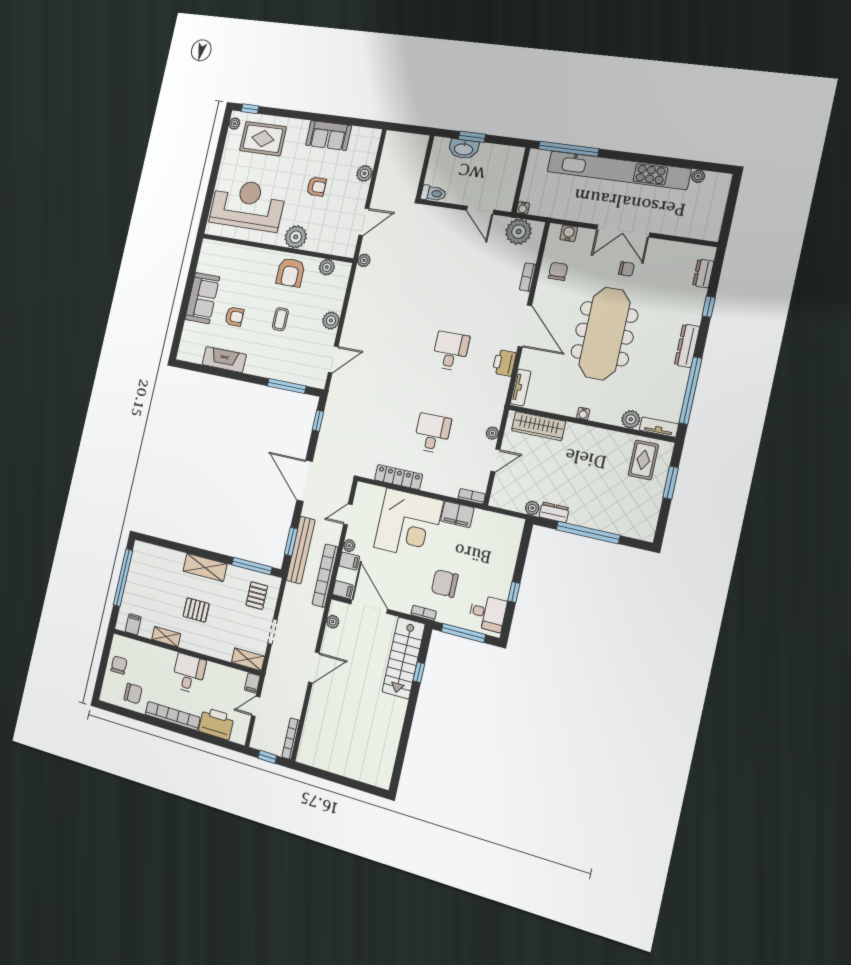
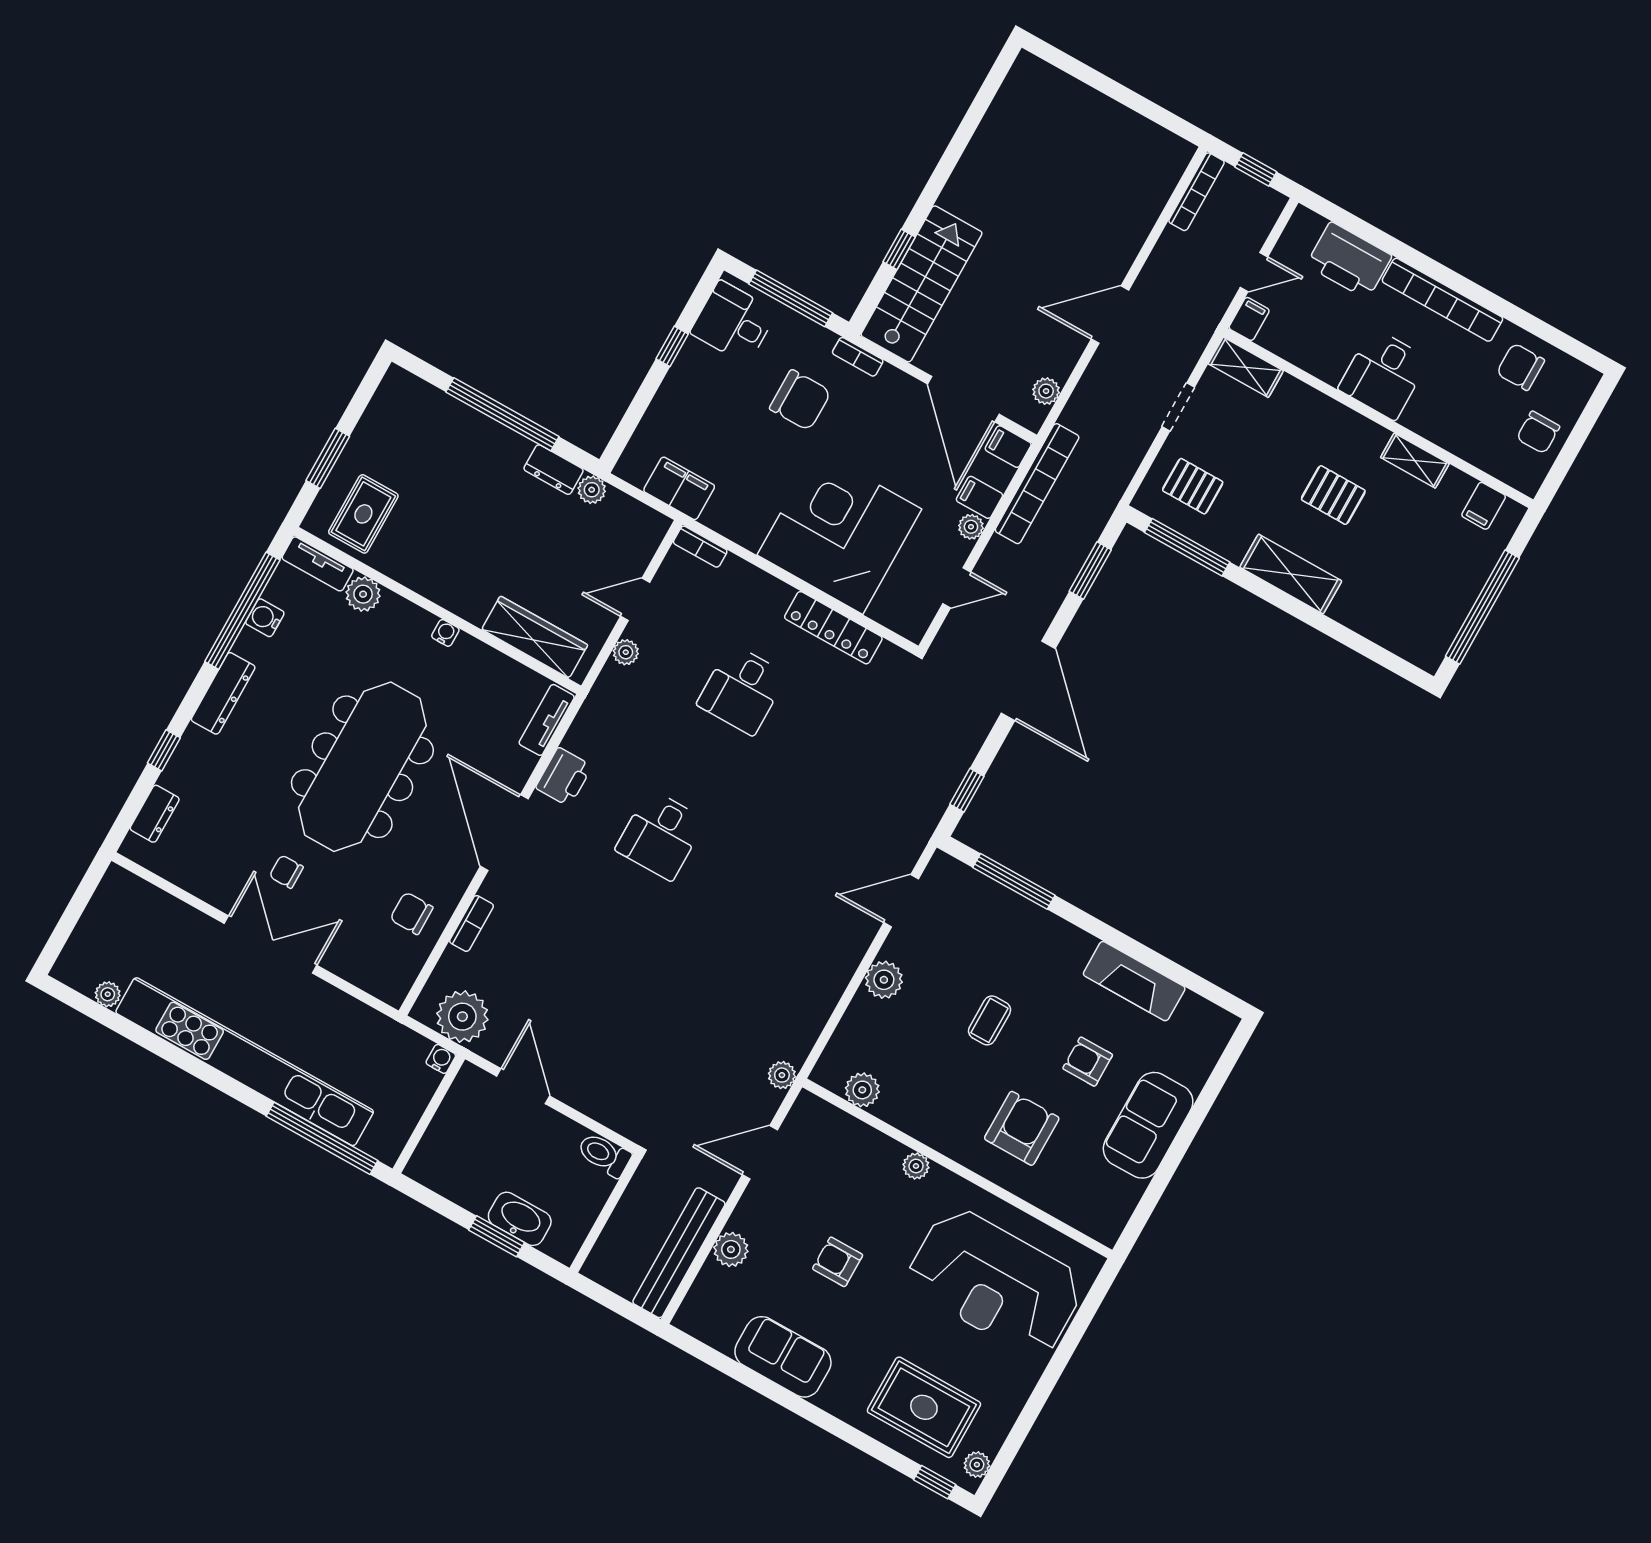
water cooler: (569, 233) -> (265, 618), moved, turned 90
plant: (296, 237) -> (916, 1166), width x0.53, depth x0.53
chair: (558, 271) -> (411, 913), turned 90
armchair: (290, 273) -> (1022, 1128), moved
filing cabinet: (457, 514) -> (679, 488), moved
bench: (301, 550) -> (679, 1253), moved
pallet: (257, 596) -> (1193, 486), turned 90

